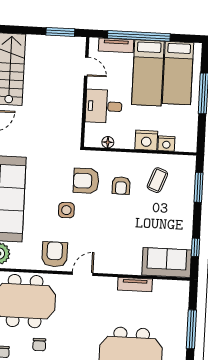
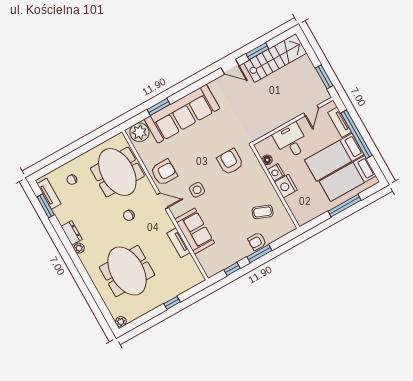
nightstand: (166, 144) -> (276, 172), moved
armchair: (121, 186) -> (257, 241), moved
window: (199, 187) -> (259, 254), moved
side table: (66, 210) -> (197, 190), moved
sofa: (167, 263) -> (195, 231), moved
window: (191, 329) -> (172, 303), width x0.46
chair: (39, 345) -> (129, 215), moved

